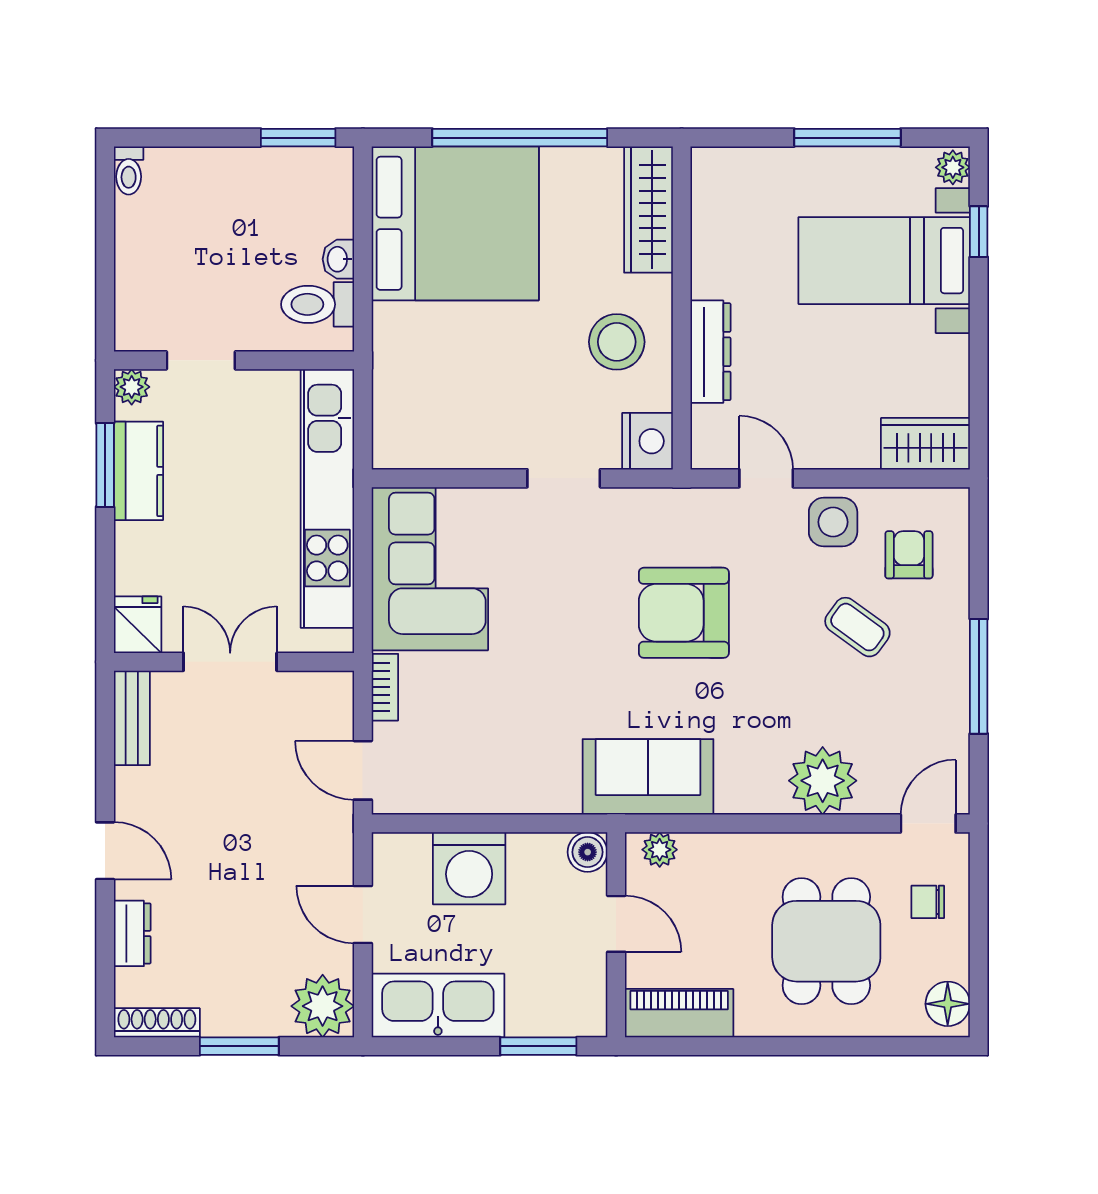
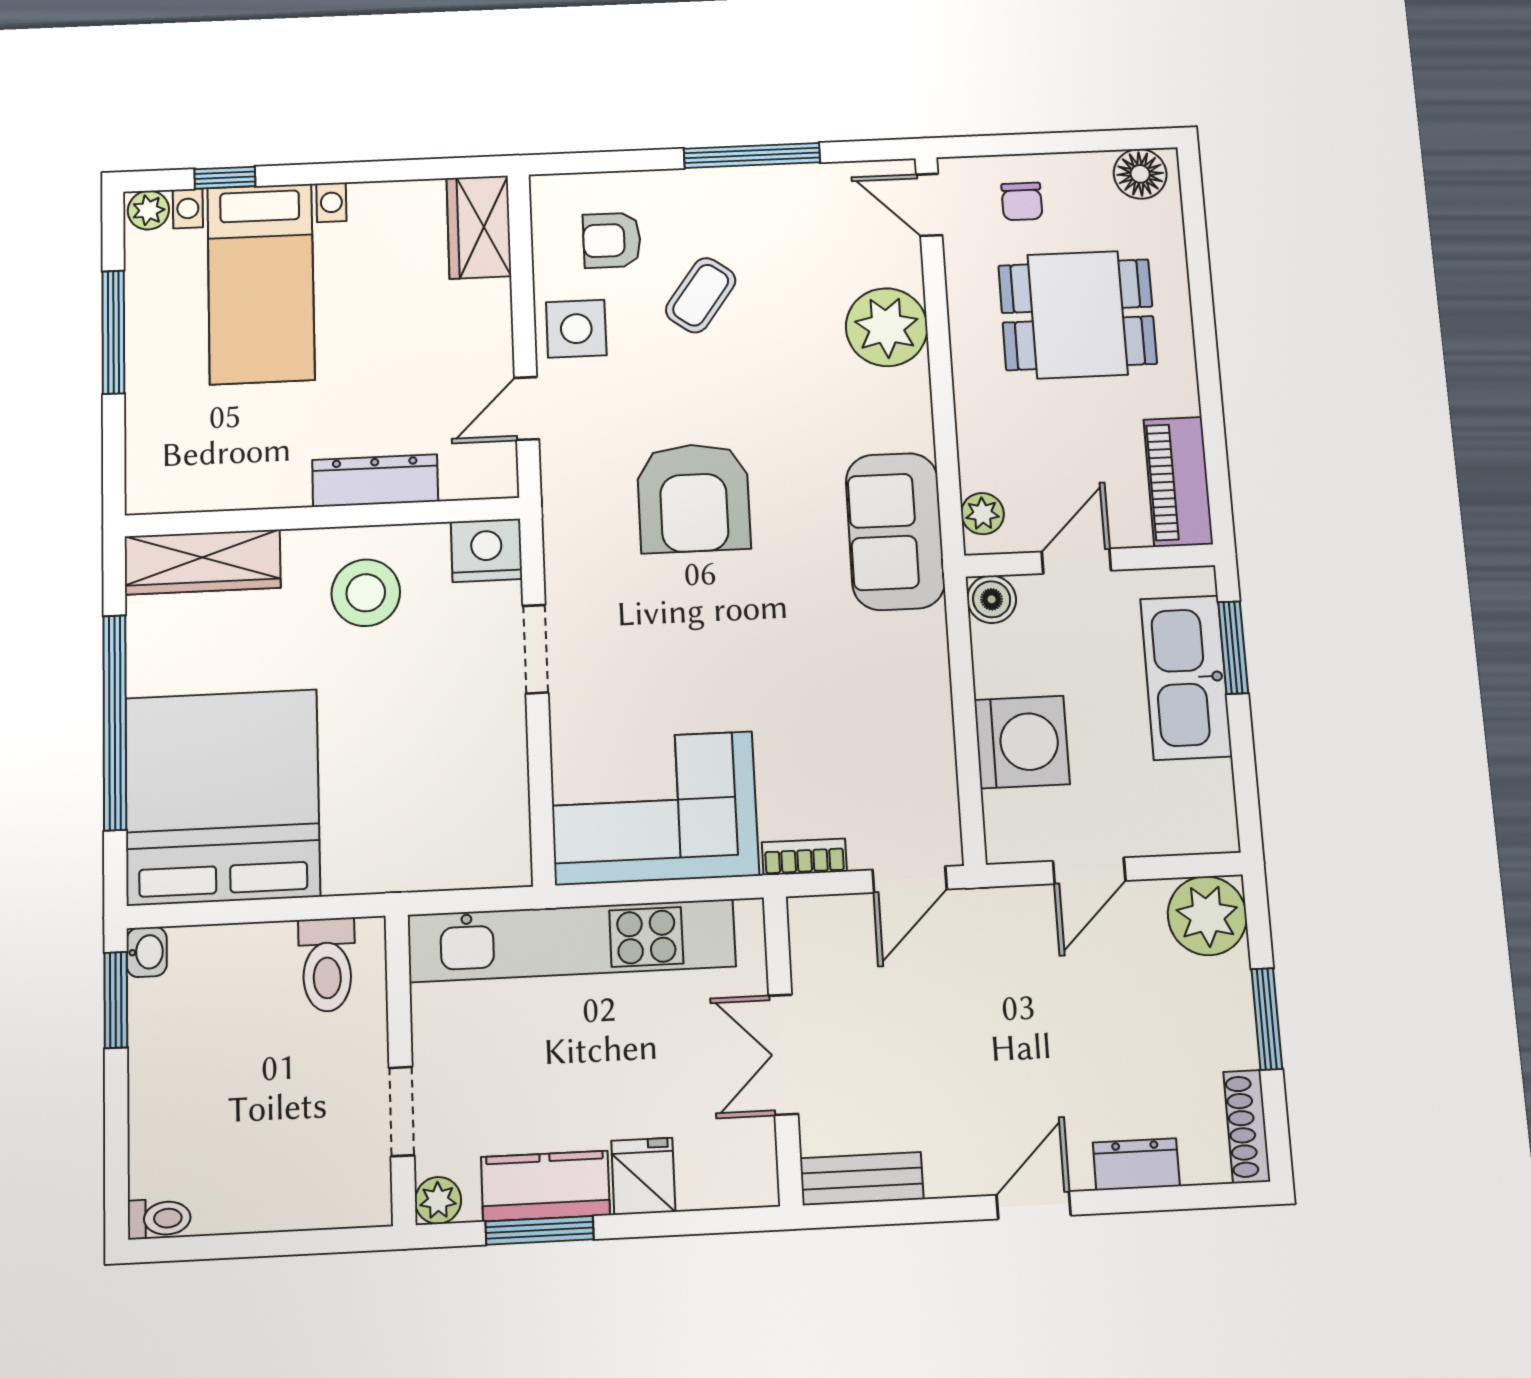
washbasin: (338, 259) -> (147, 952), moved, turned -90
fridge: (138, 625) -> (643, 1176), moved, turned 90
kitchen sink: (438, 1006) -> (1186, 677), moved

